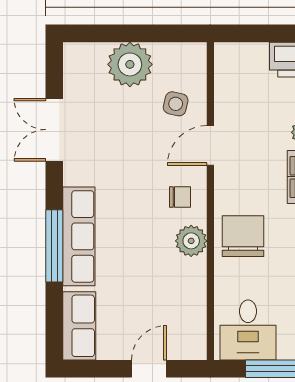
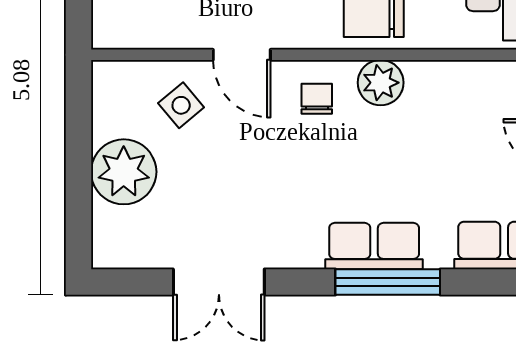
side table: (176, 104) -> (181, 105), turned 37
row of seats: (79, 236) -> (374, 246), width x0.68

